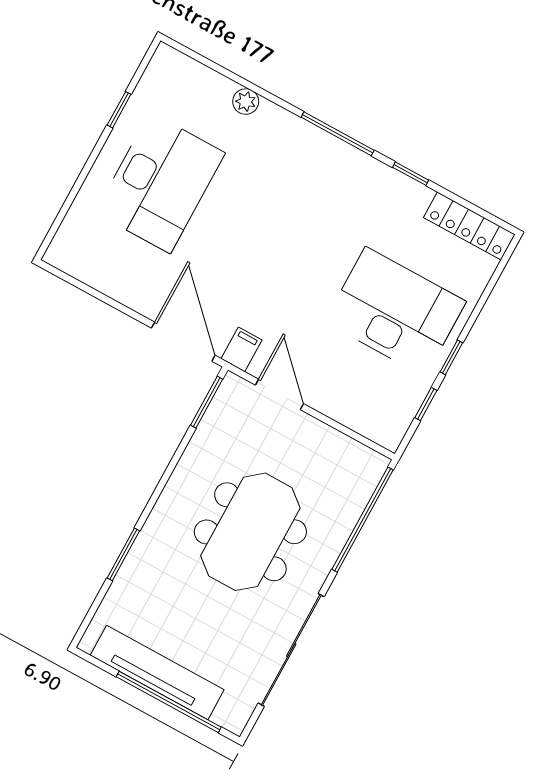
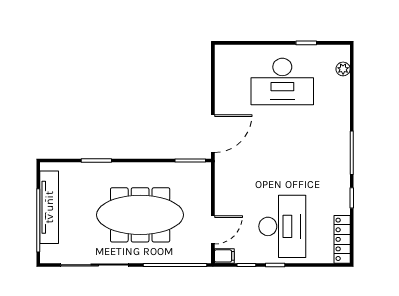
plant: (246, 102) -> (343, 69), moved
filing cabinet: (241, 349) -> (224, 256), moved
door: (279, 394) -> (213, 230), moved
meeting table: (250, 532) -> (140, 215), width x1.36

